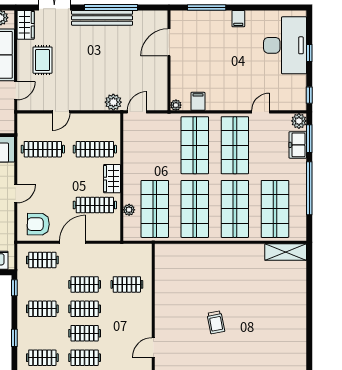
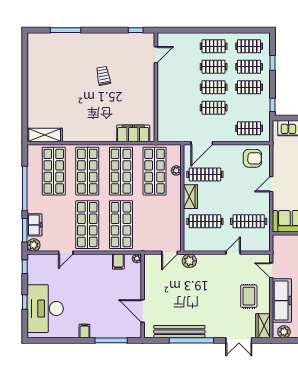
bench: (102, 18) -> (179, 332), moved
door: (169, 42) -> (143, 311), swing flipped
door: (16, 91) -> (271, 270), hinge flipped
door: (72, 242) -> (202, 143), moved
filing cabinet: (180, 254) -> (133, 133), added
clothes rail: (127, 284) -> (249, 67), moved

